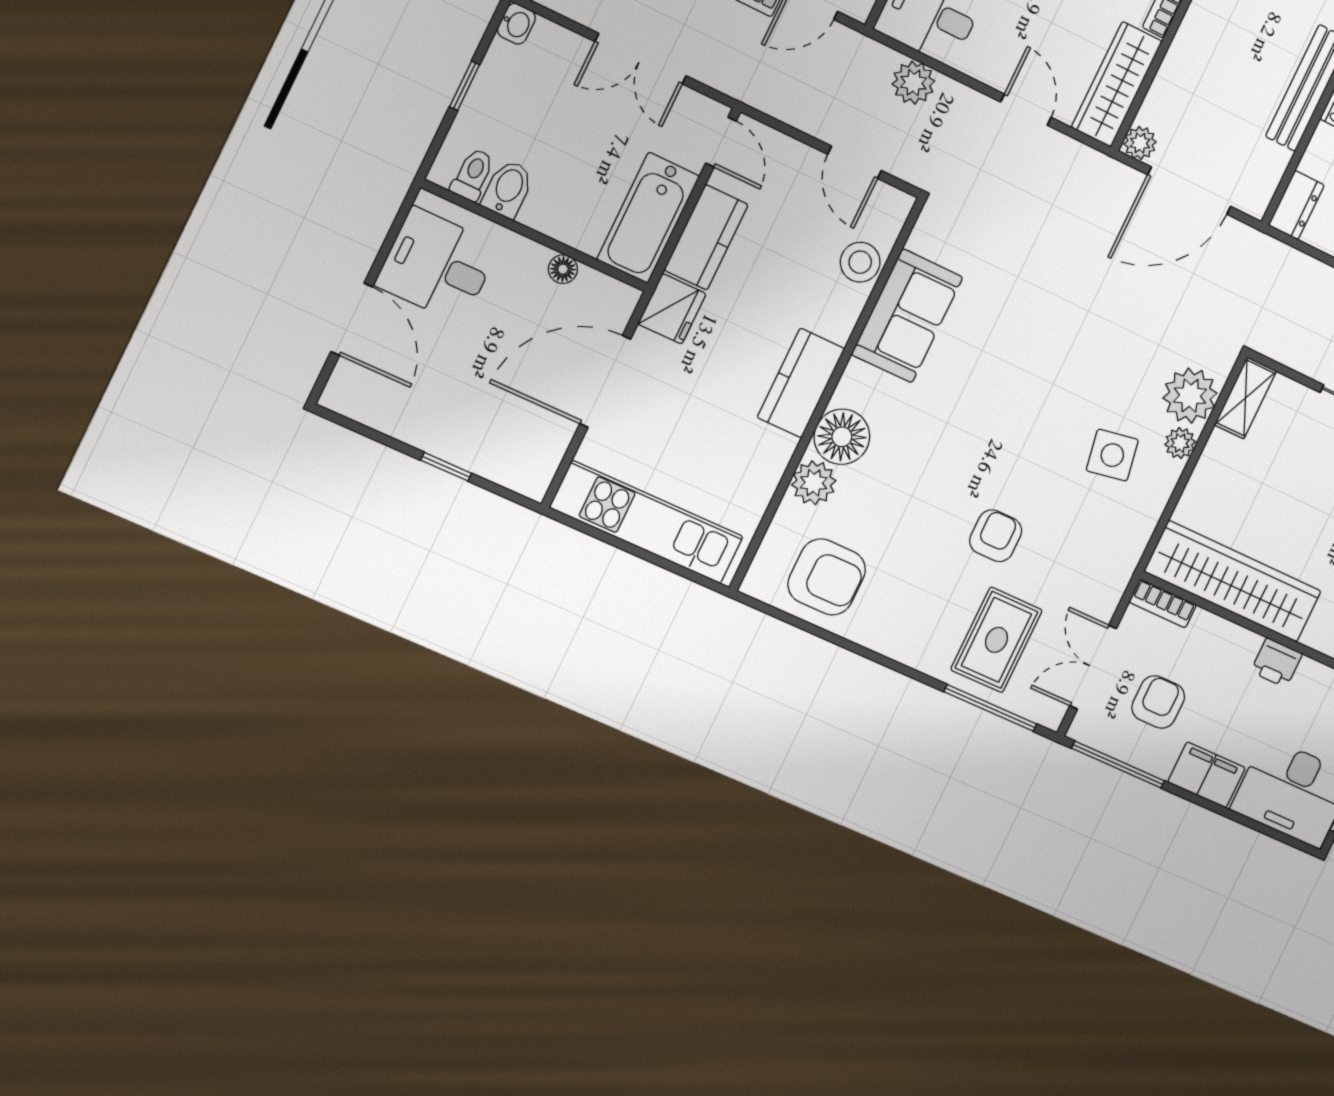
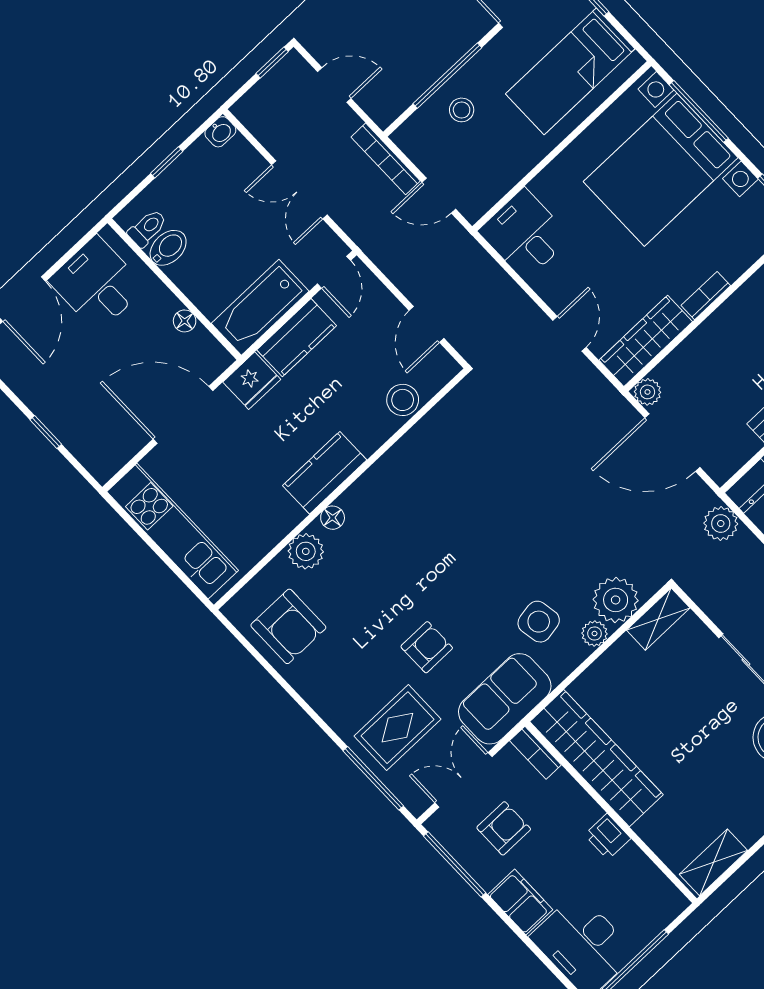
plant: (914, 83) -> (721, 523), moved
sofa: (907, 316) -> (505, 699), moved, turned 180
floor lamp: (842, 437) -> (333, 518), width x0.53, depth x0.53

